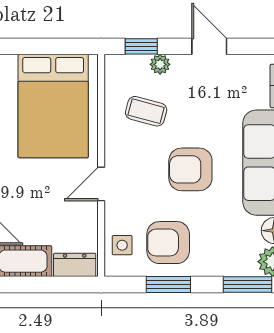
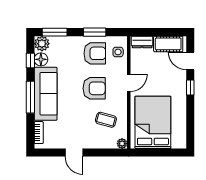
window: (141, 46) -> (108, 153), removed
plant: (160, 64) -> (122, 144), moved
armchair: (190, 169) -> (94, 88), moved

